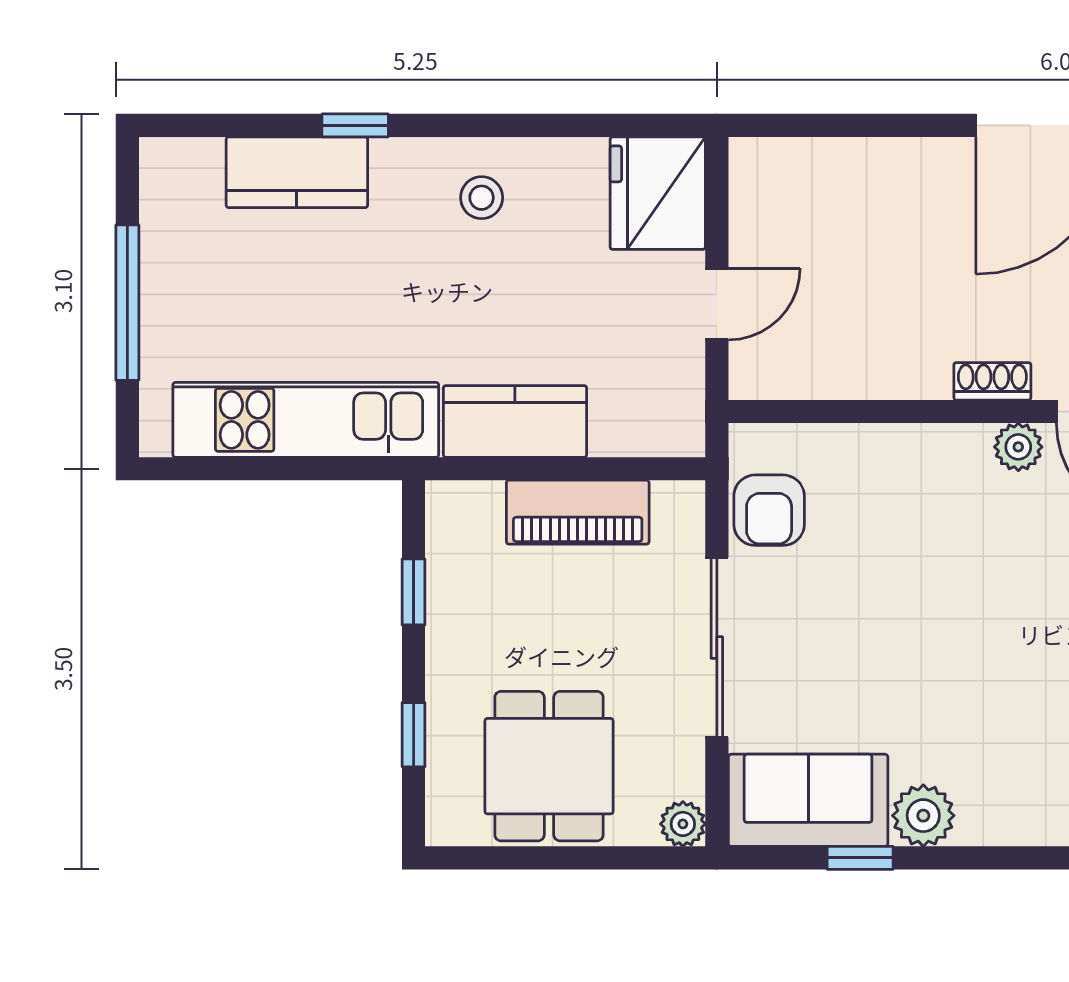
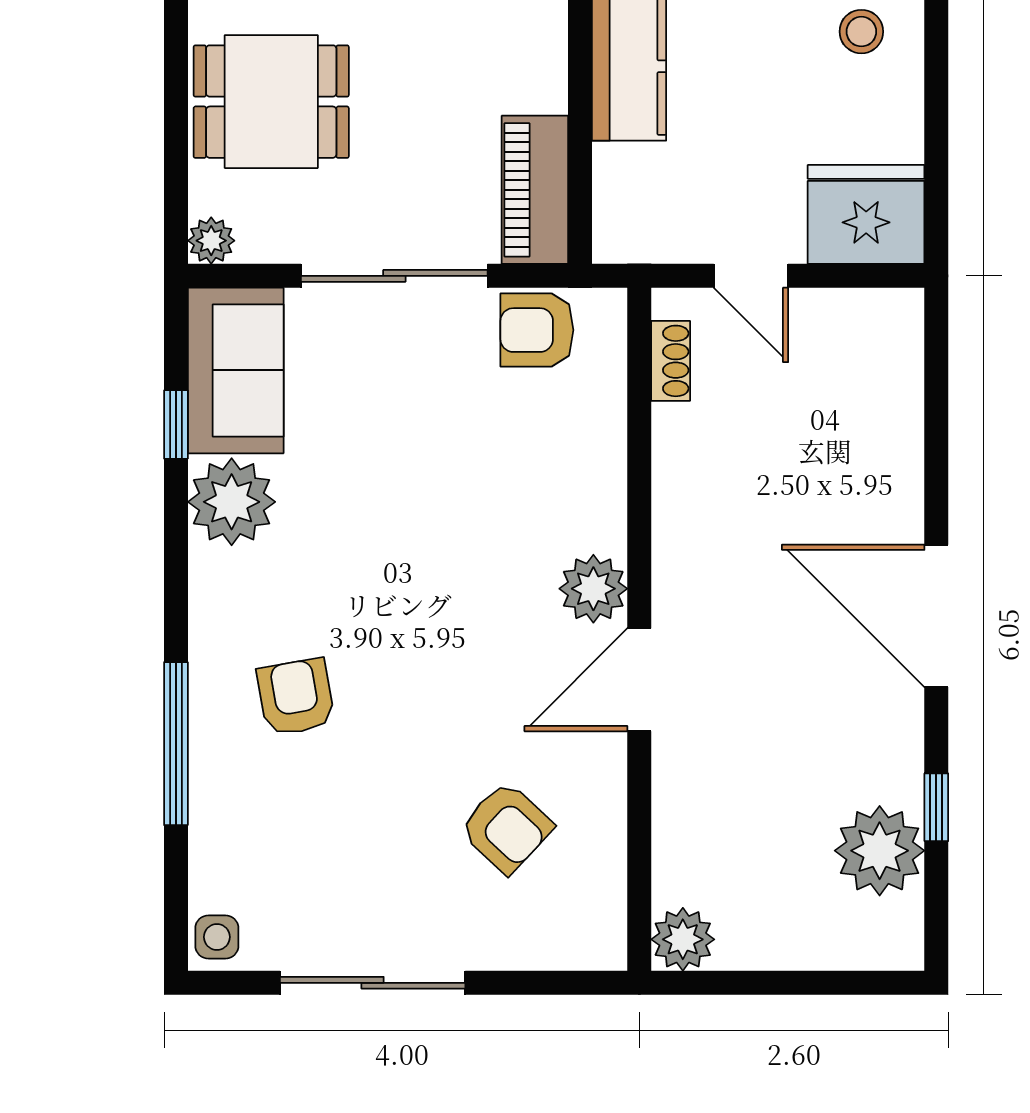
shoe rack: (992, 381) -> (671, 361), moved
plant: (1018, 447) -> (593, 589), width x1.38, depth x1.38
piano: (578, 512) -> (535, 190), moved
plant: (923, 816) -> (232, 502), width x1.36, depth x1.36

